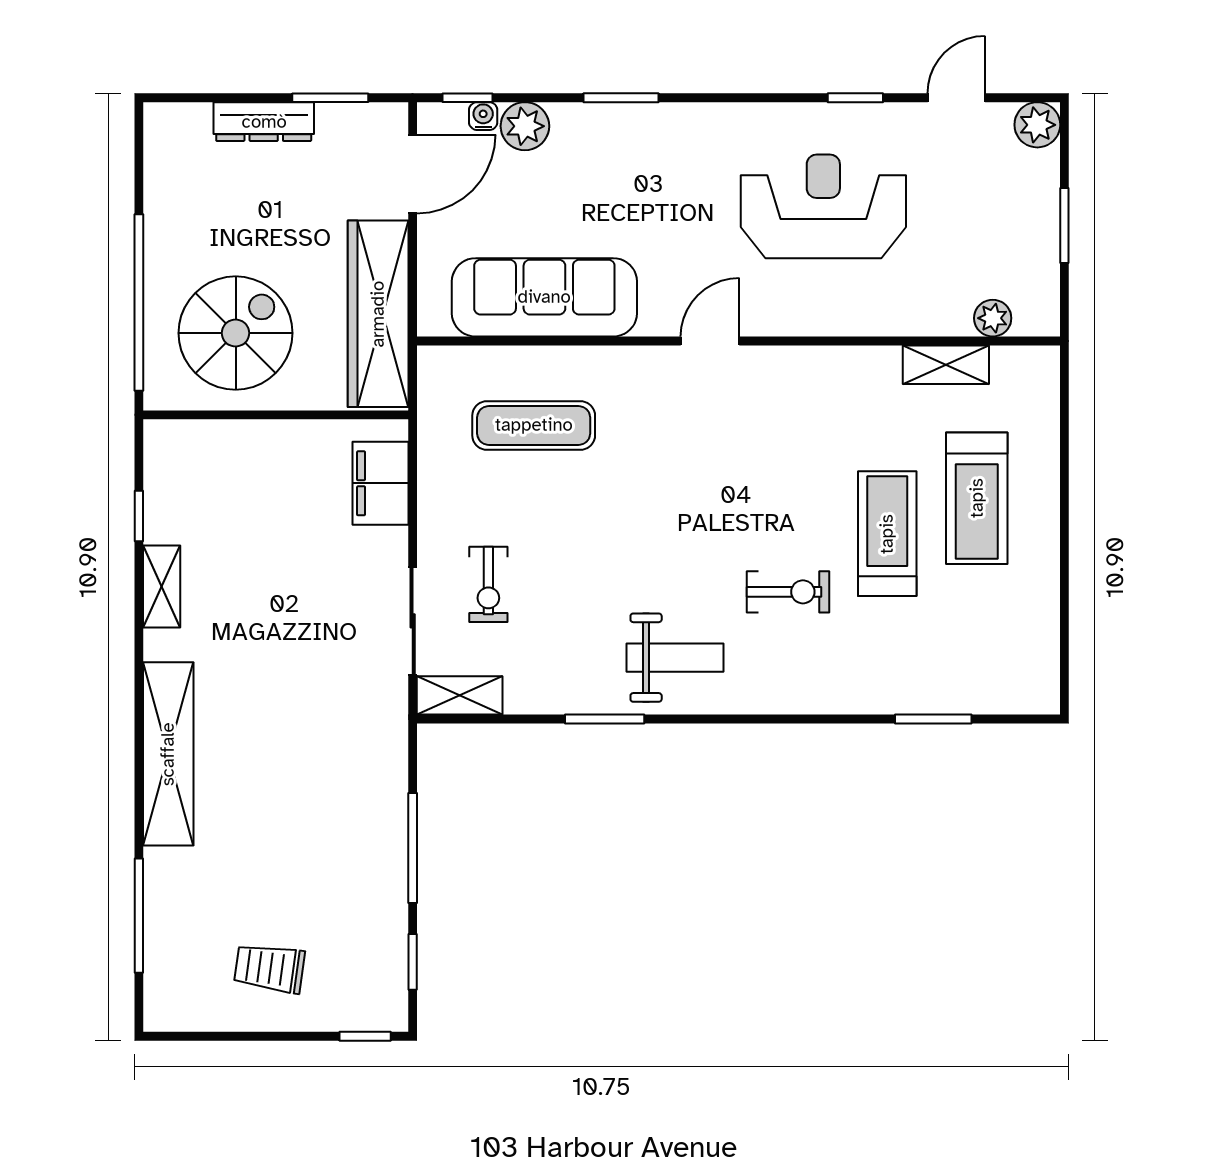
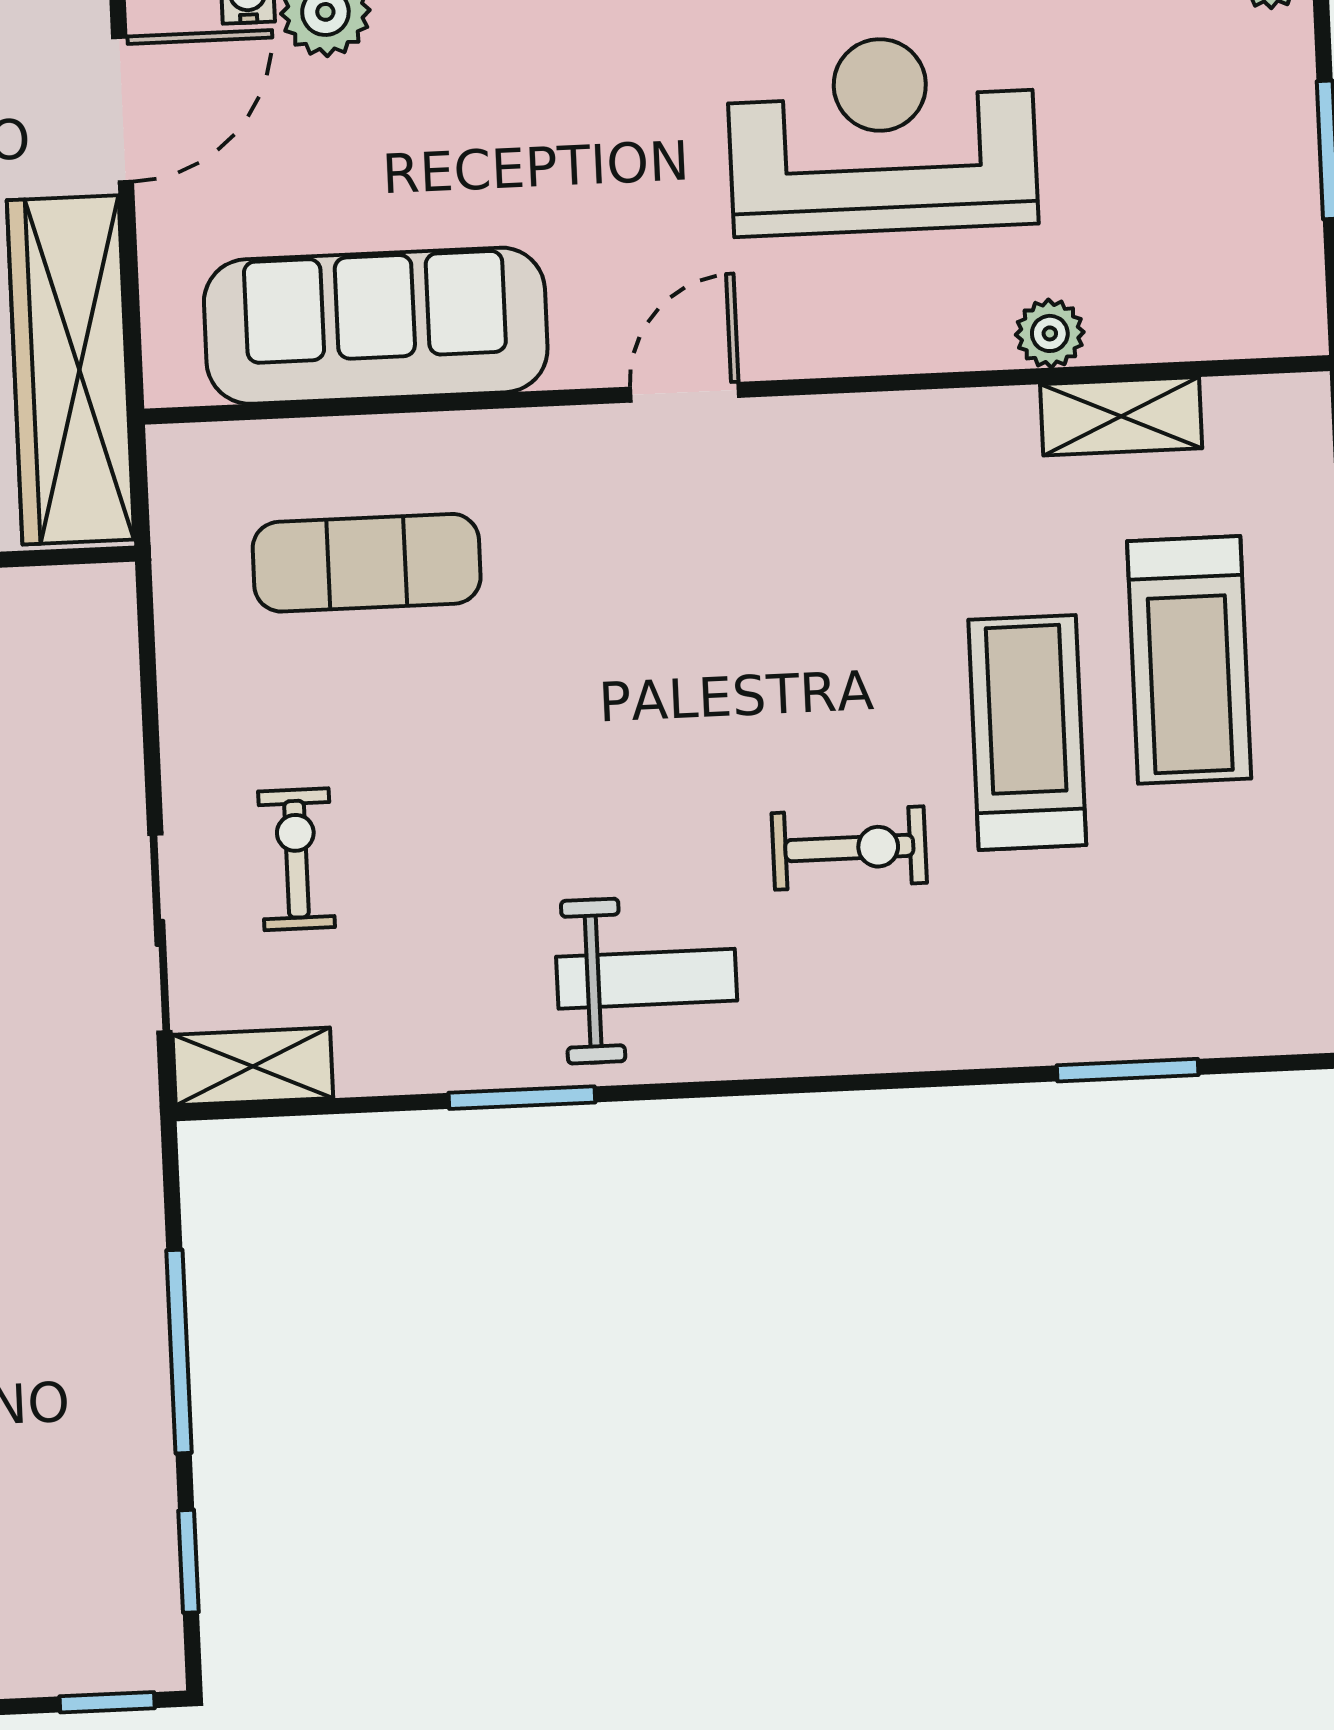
plant: (993, 318) -> (1050, 333), moved
filing cabinet: (380, 483) -> (89, 682), removed
exercise bike: (488, 584) -> (296, 859), turned 180

